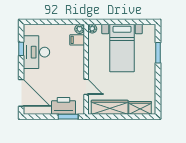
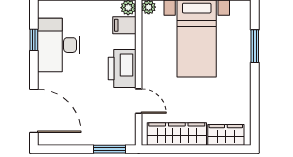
printer: (64, 106) -> (122, 68), moved, turned -90

